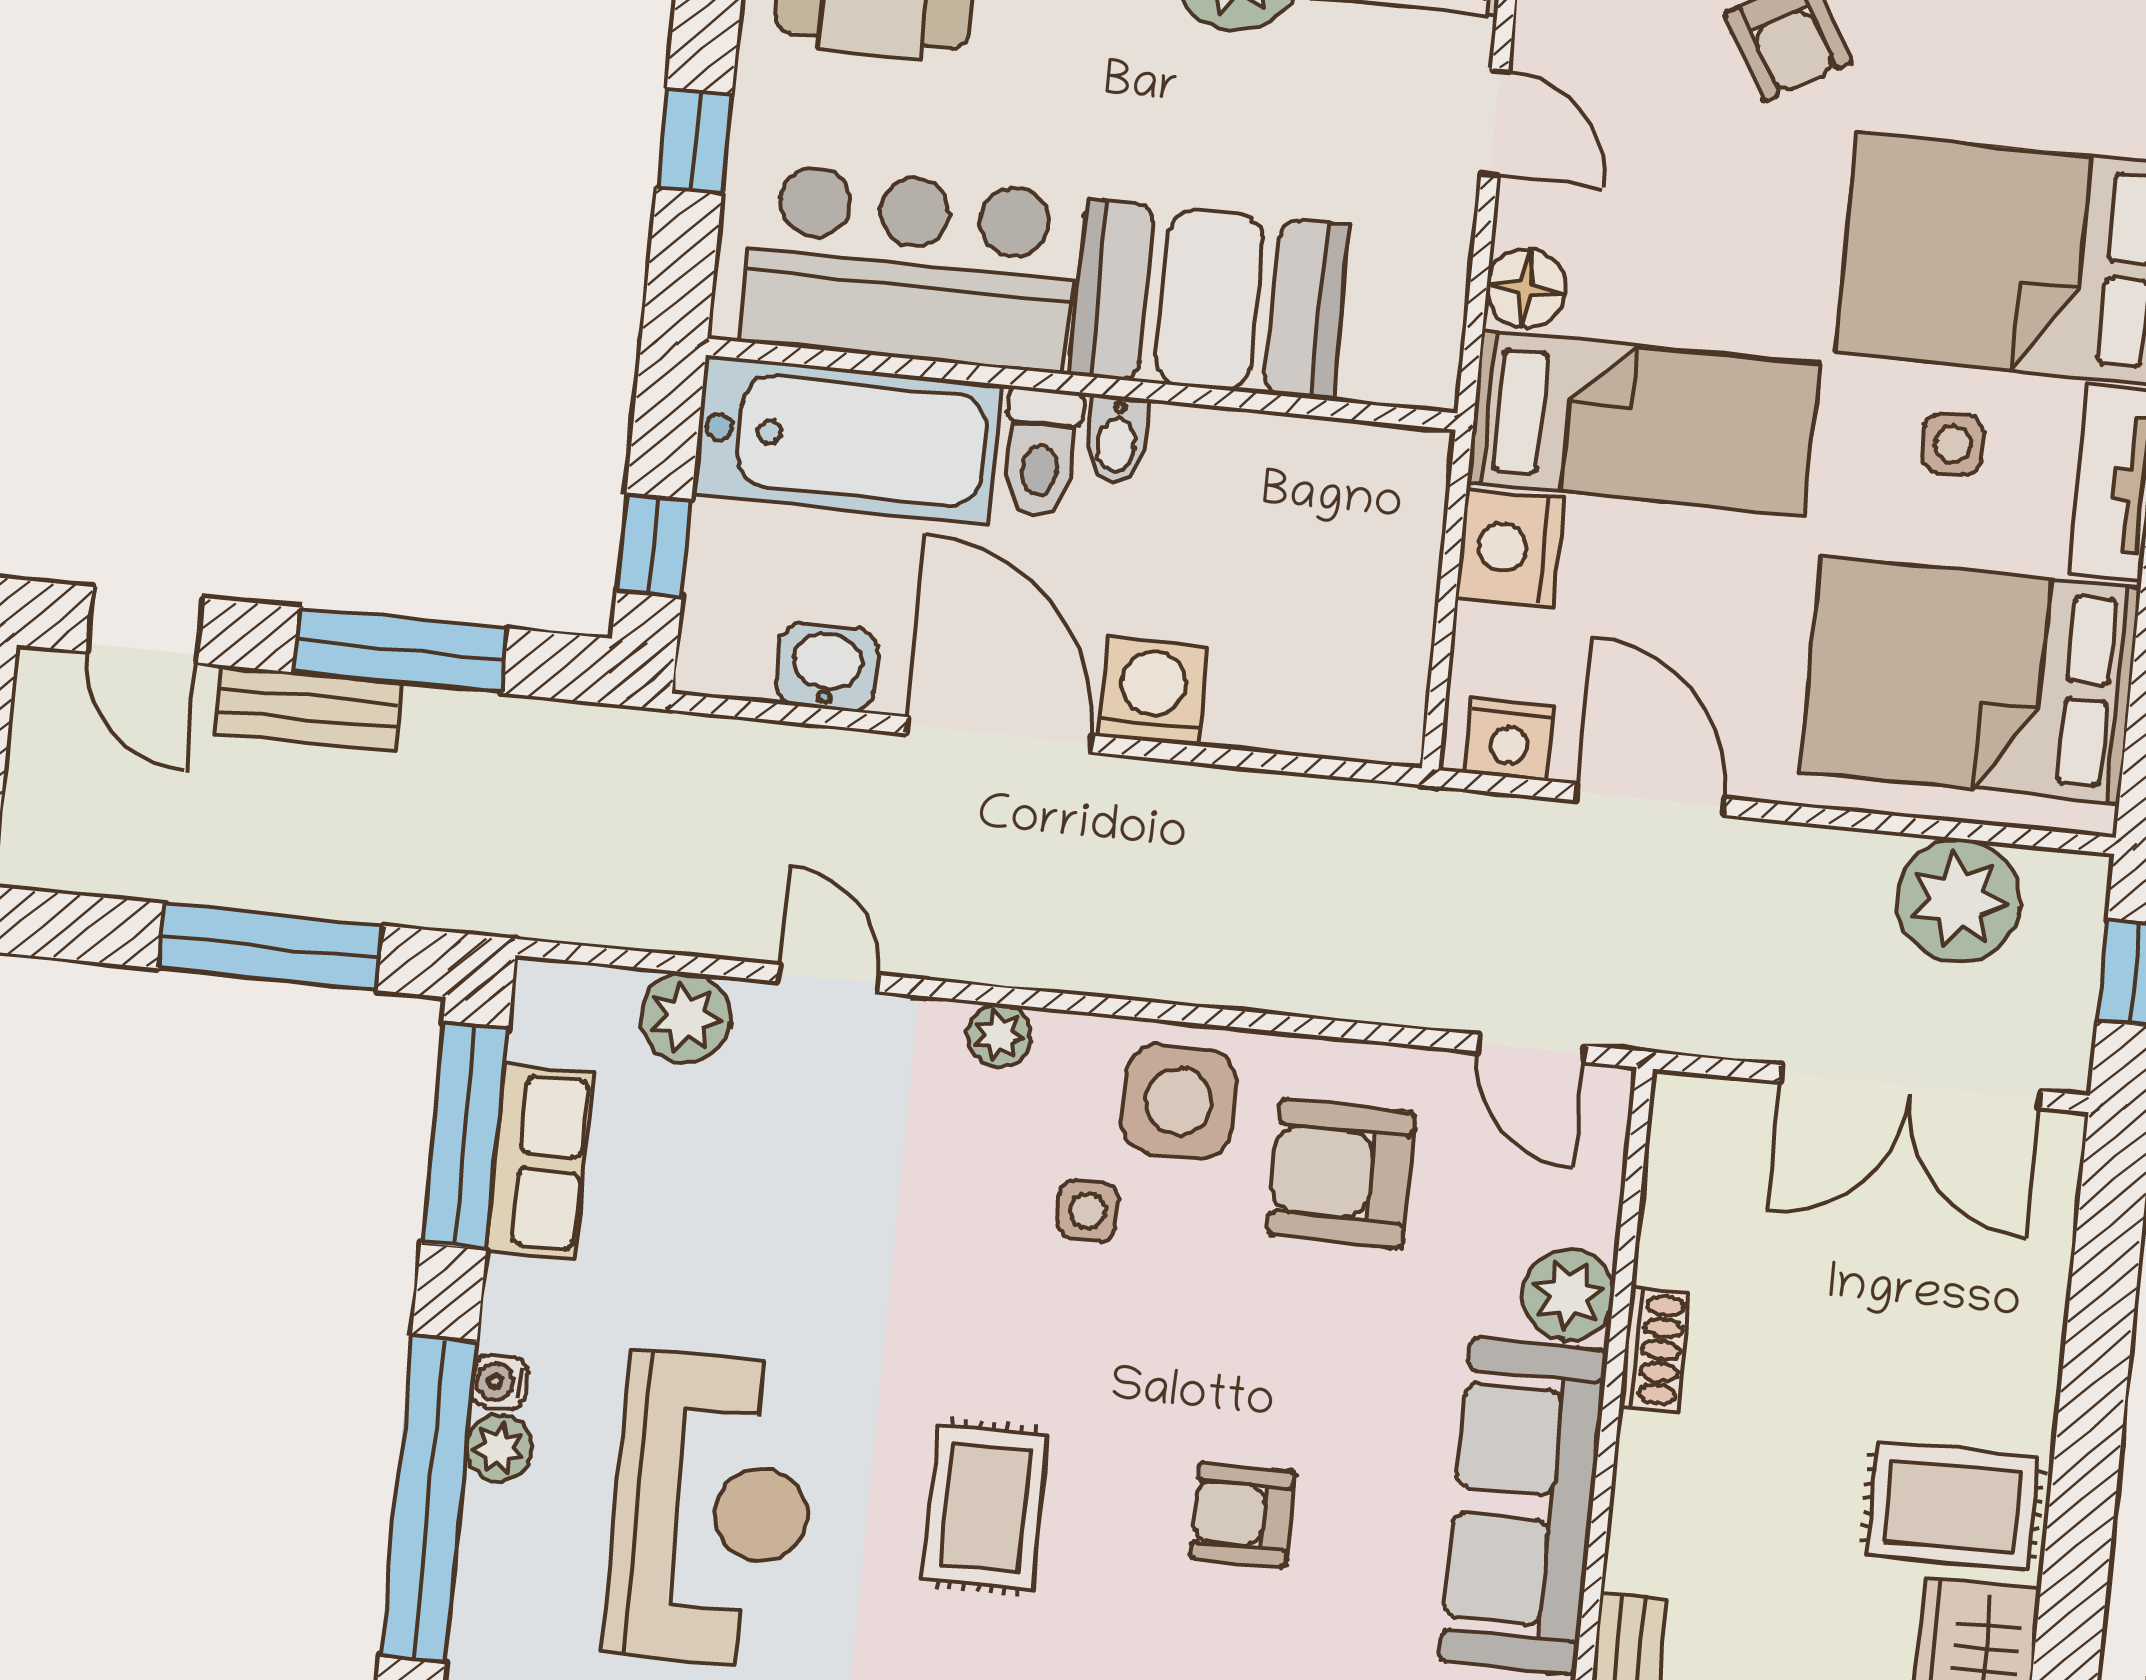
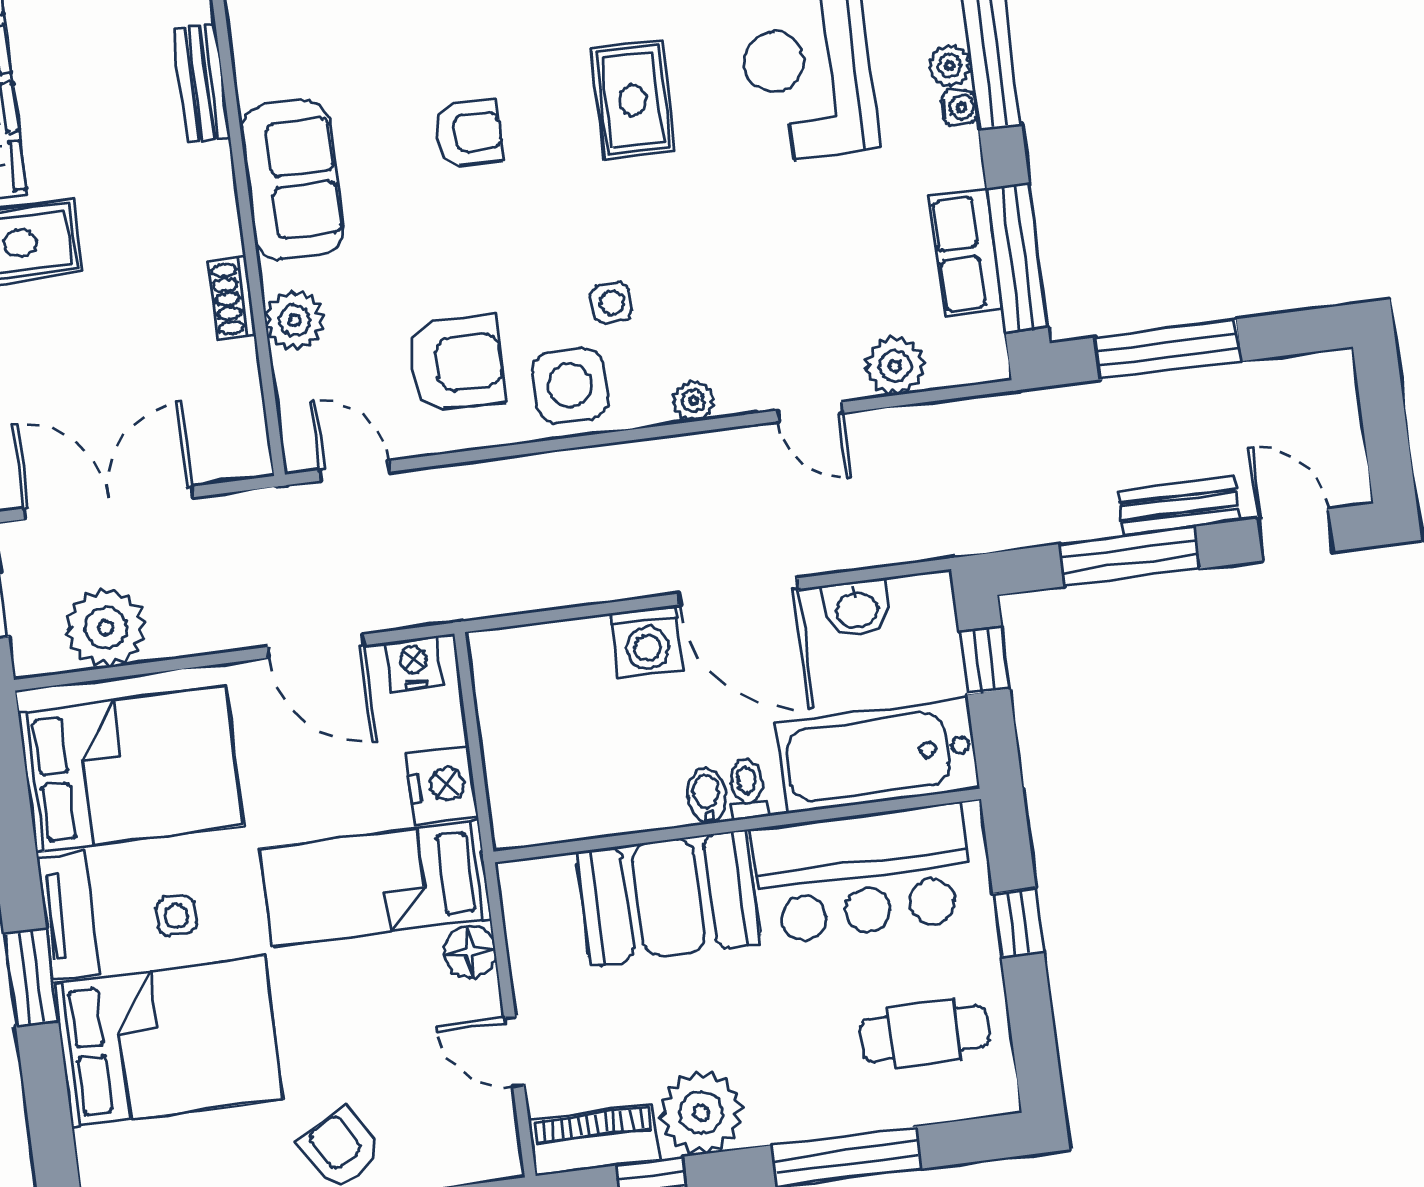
toilet: (1041, 452) -> (748, 789), width x0.73, depth x0.72
sofa: (1523, 1506) -> (292, 180), width x0.73

